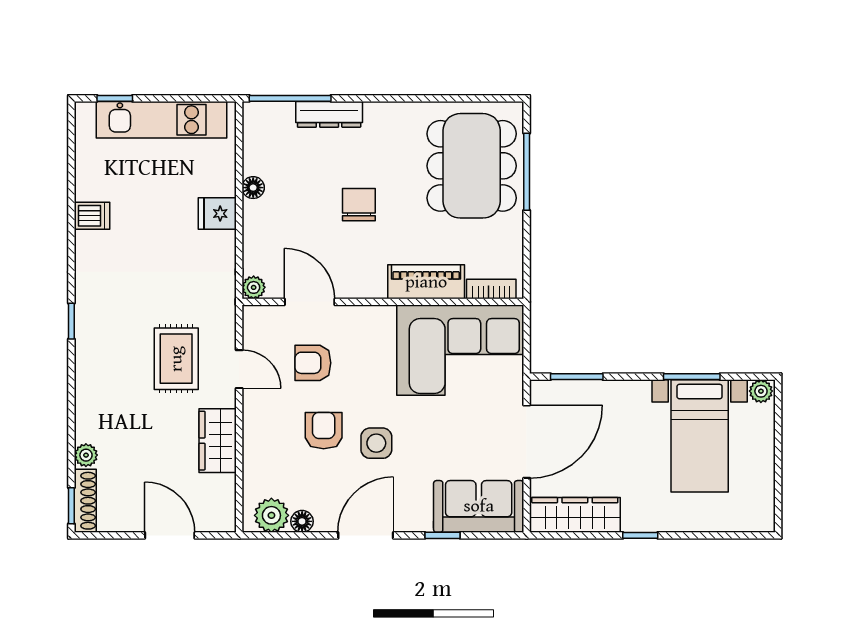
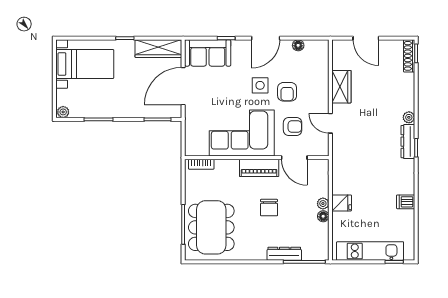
piano: (426, 282) -> (259, 168), moved
plant: (254, 287) -> (323, 204), moved
dresser: (88, 333) -> (408, 142), added
corner sofa: (460, 350) -> (242, 133), moved
rug: (176, 359) -> (363, 129), removed
bed with nightstands: (700, 436) -> (85, 64), moved, turned 90
plant: (86, 455) -> (409, 117), moved
plant: (271, 515) -> (314, 48), removed

